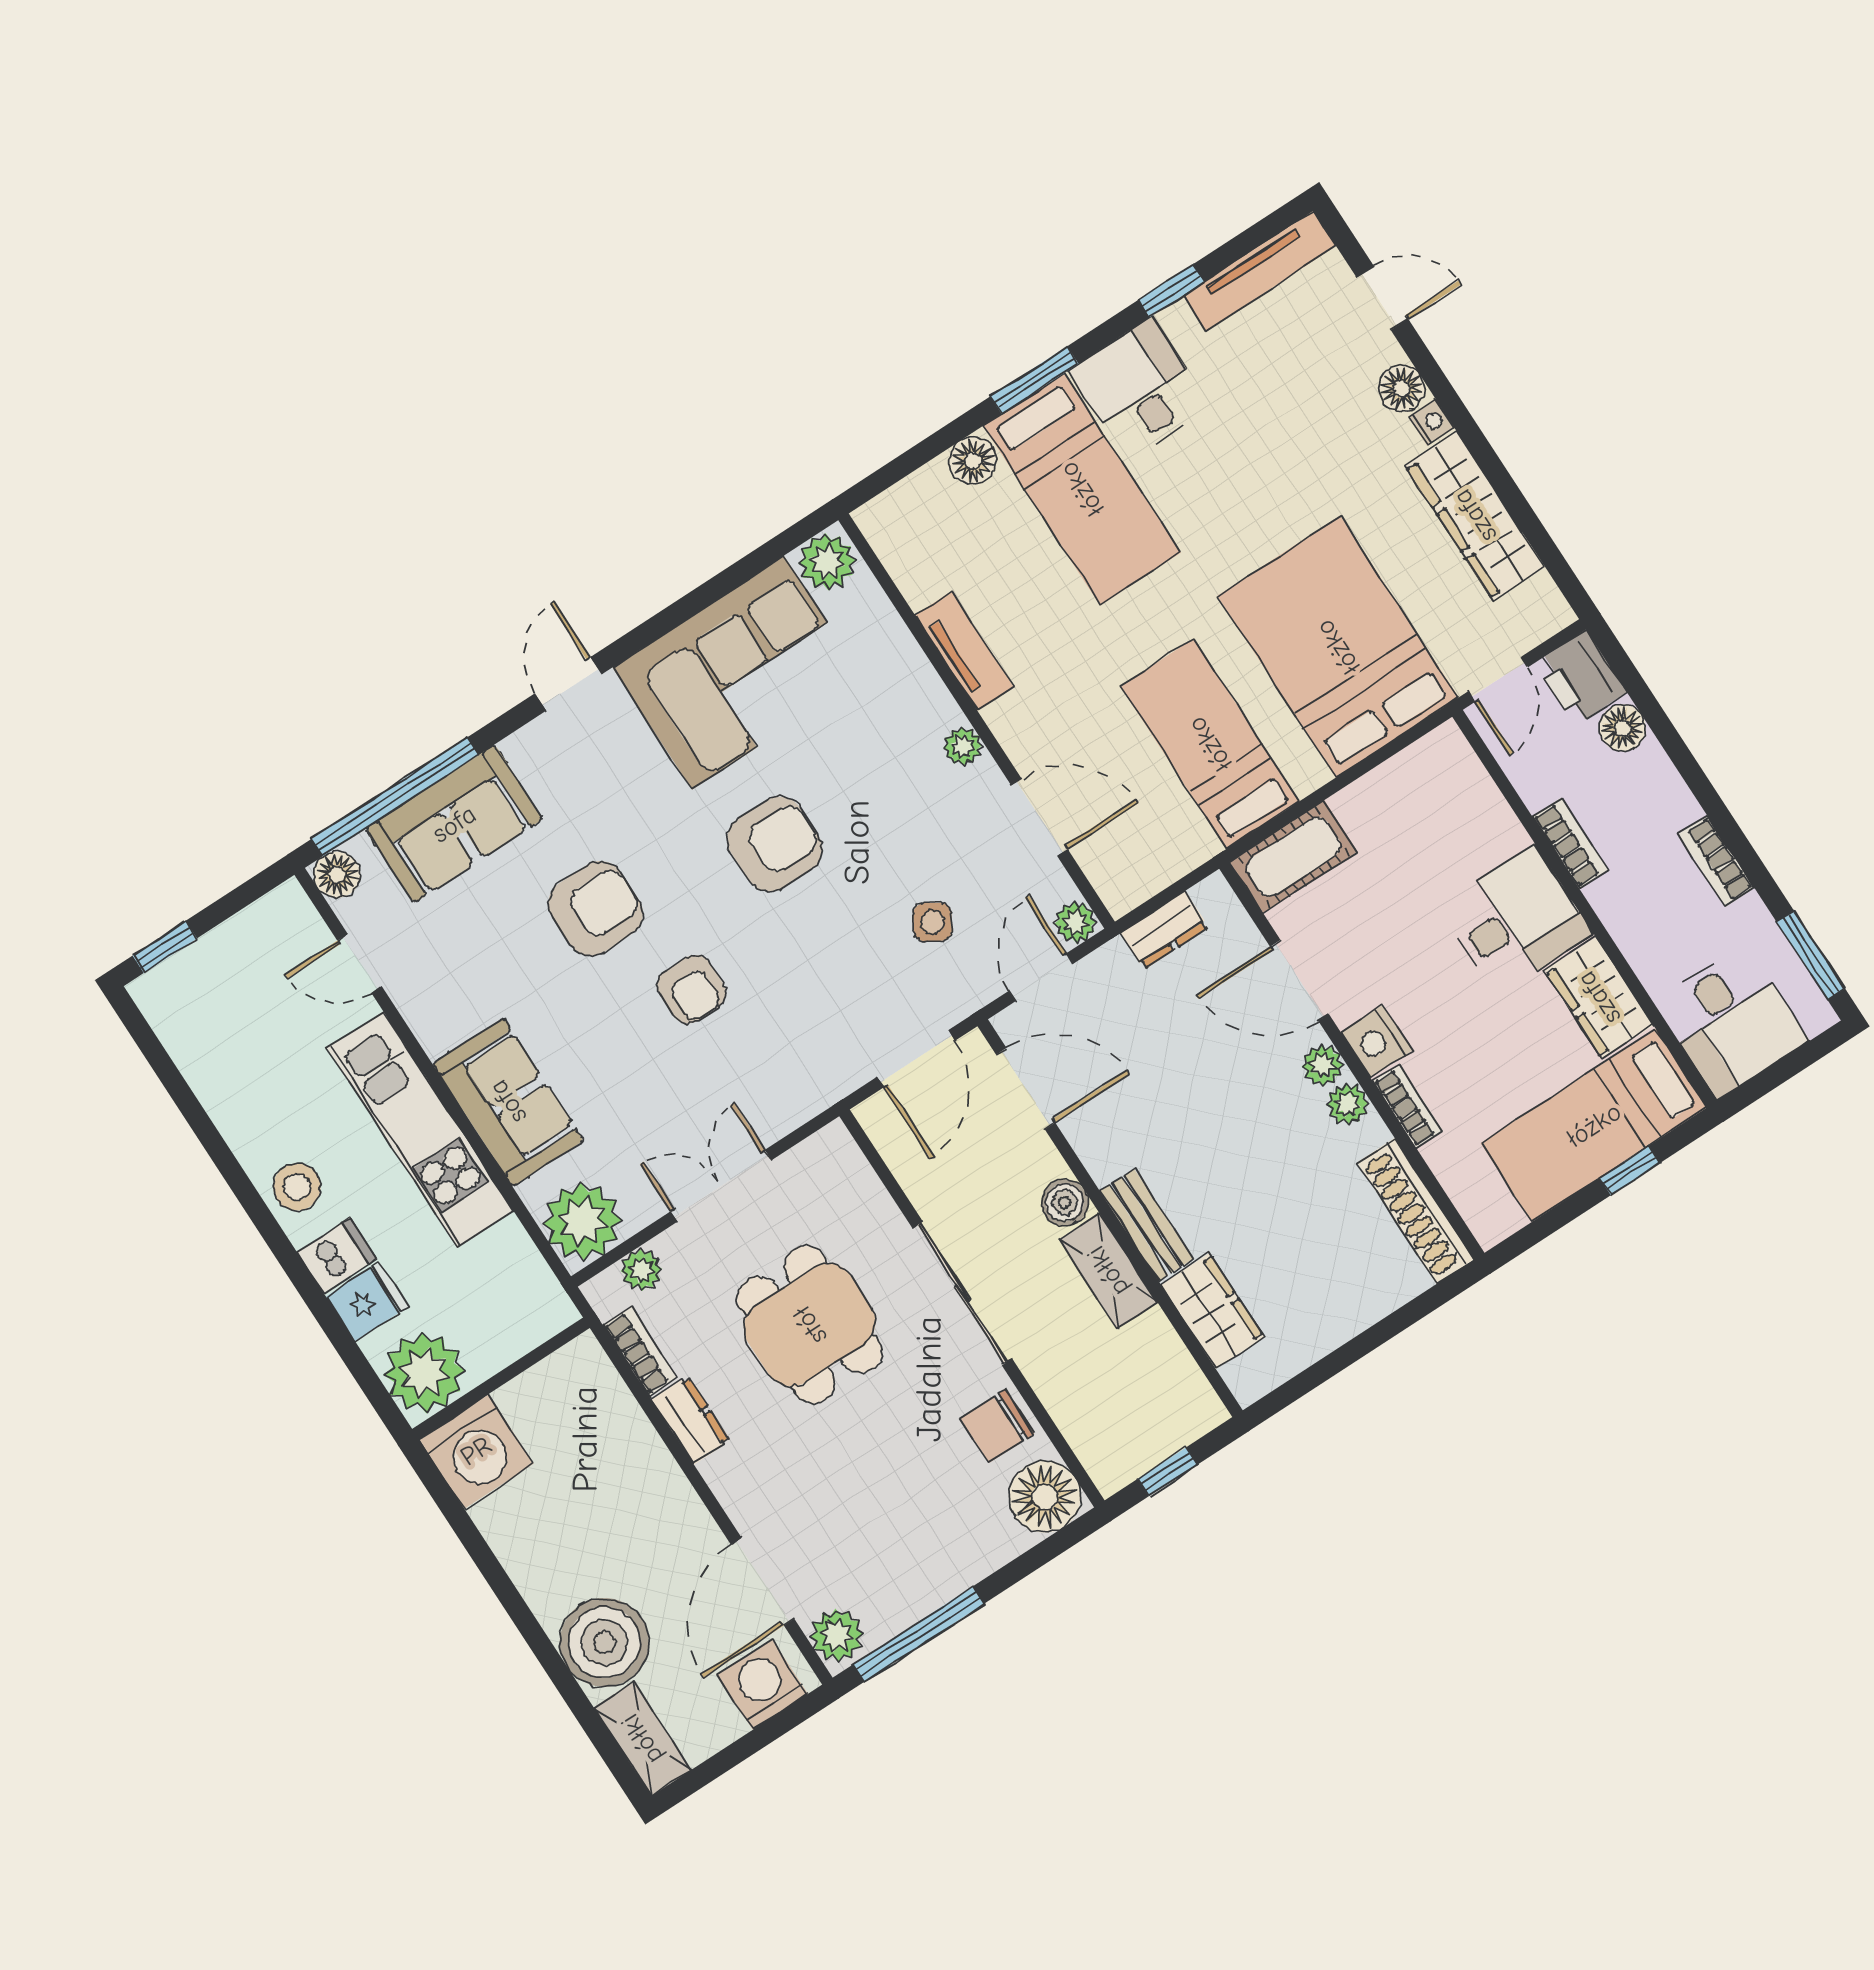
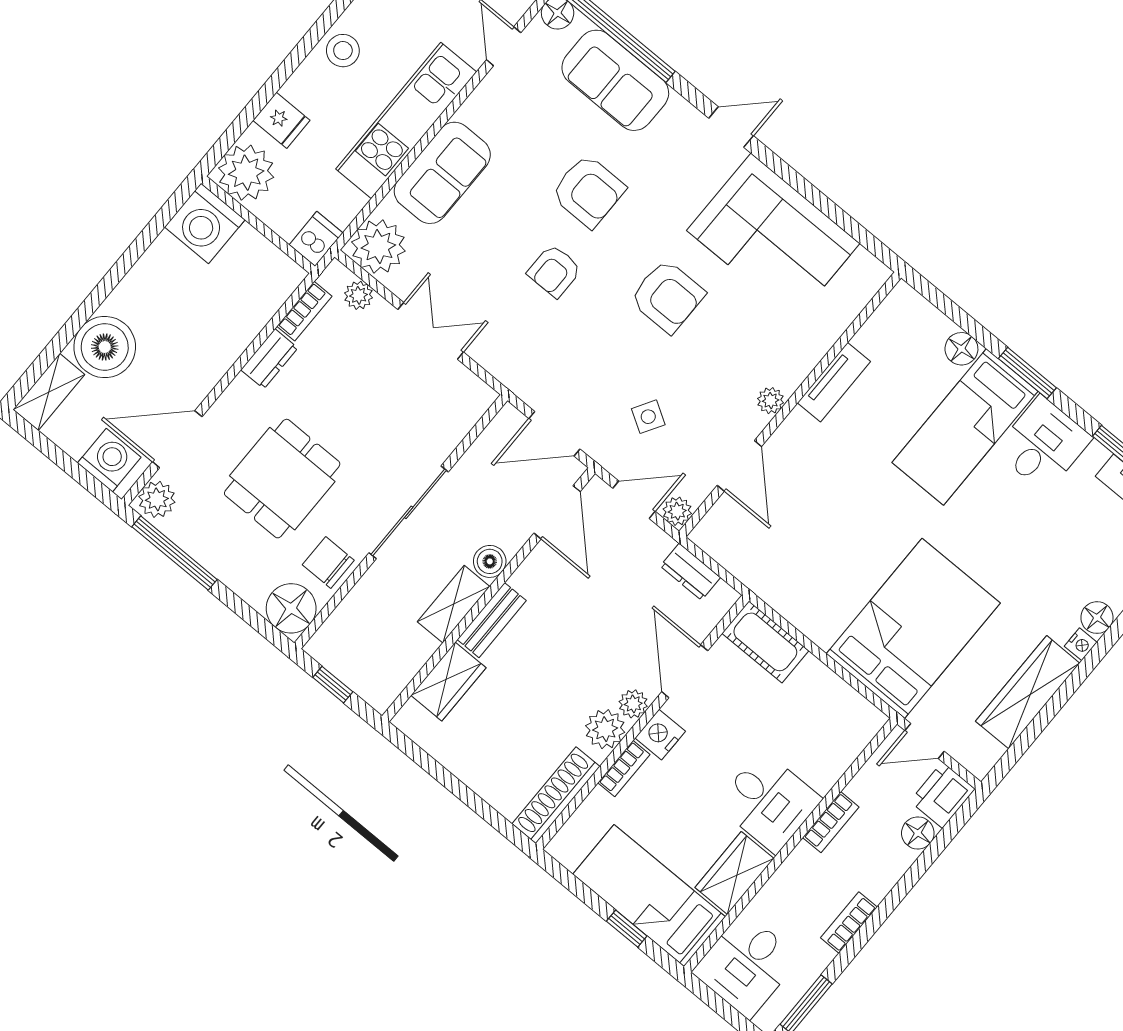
plant: (827, 562) -> (865, 273), removed
bed: (1210, 744) -> (823, 564), removed
plant: (1348, 1104) -> (605, 729), width x1.38, depth x1.38
dishwasher: (337, 1255) -> (316, 239), moved, turned -90
dining table: (810, 1325) -> (282, 479), moved

